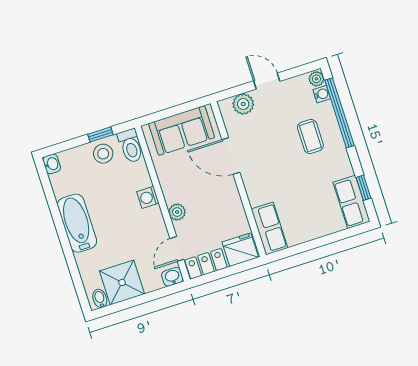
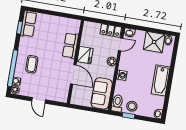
plant: (243, 104) -> (55, 95), removed
sofa: (182, 131) -> (102, 93), moved, turned -90
row of seats: (269, 228) -> (70, 46), moved
fridge: (240, 250) -> (85, 55), moved, turned -90

